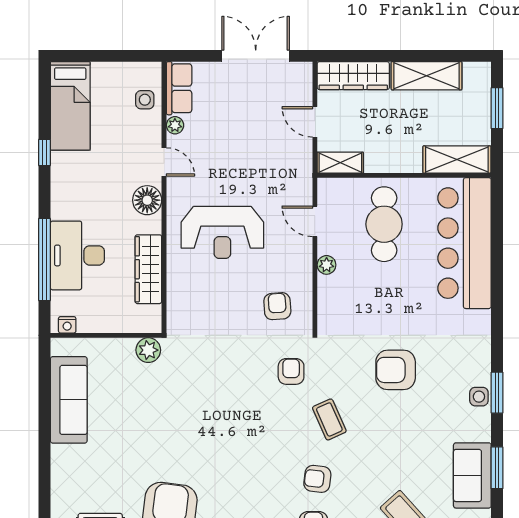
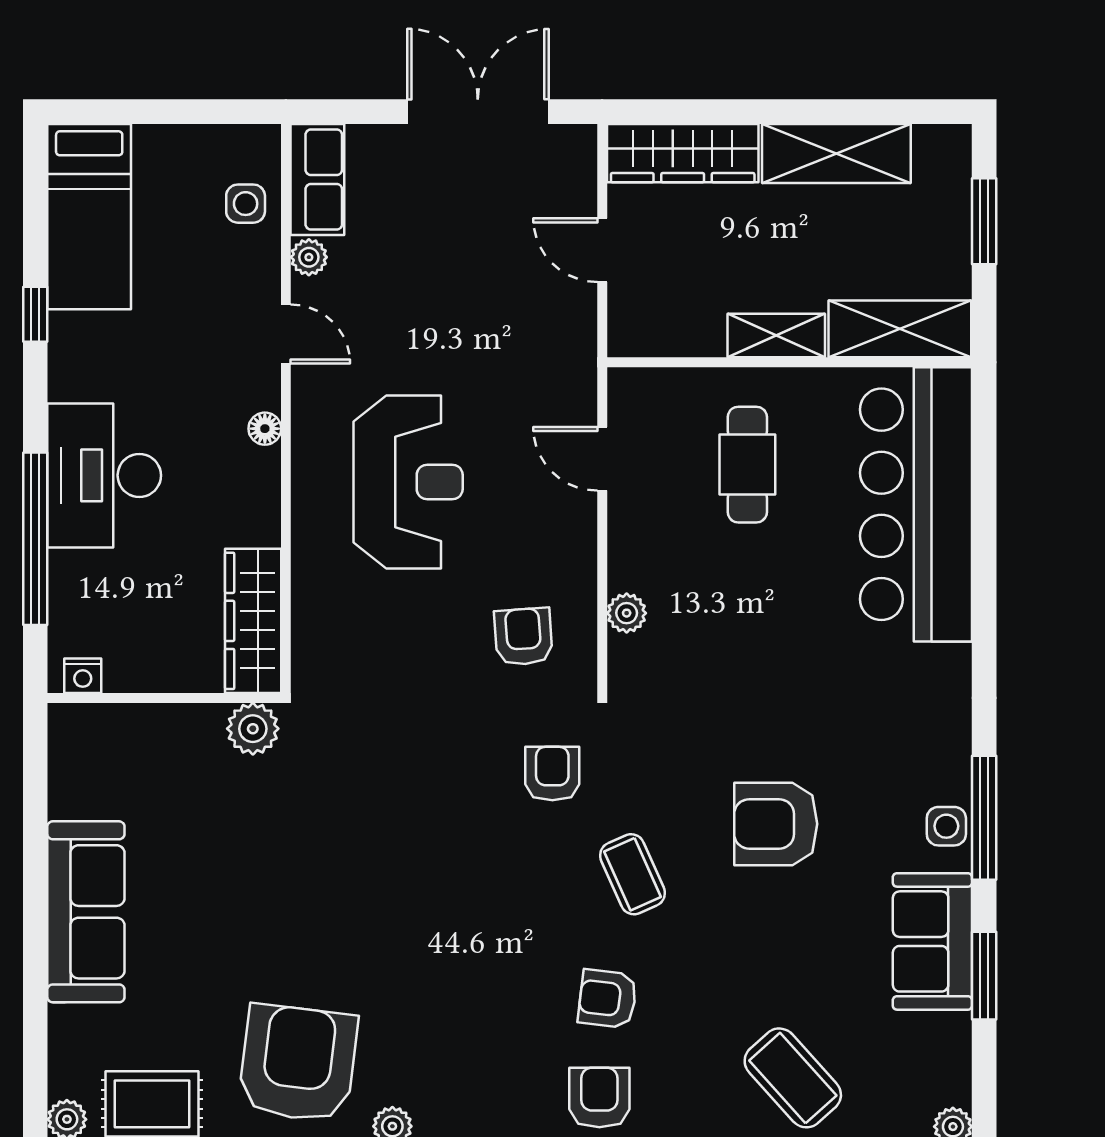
shelving: (340, 163) -> (776, 336), moved
floor lamp: (147, 200) -> (265, 429), width x0.53, depth x0.53
cafe table: (384, 224) -> (747, 465), width x0.73, depth x0.74
reception desk: (222, 232) -> (408, 482), turned -90
desk: (77, 255) -> (104, 475), moved
plant: (327, 265) -> (627, 613), moved
wardrobe: (148, 269) -> (253, 621), moved
armchair: (396, 370) -> (776, 824), moved
window: (497, 393) -> (984, 818), width x1.44
sofa: (69, 400) -> (86, 912), moved
sofa: (472, 475) -> (932, 941), moved

